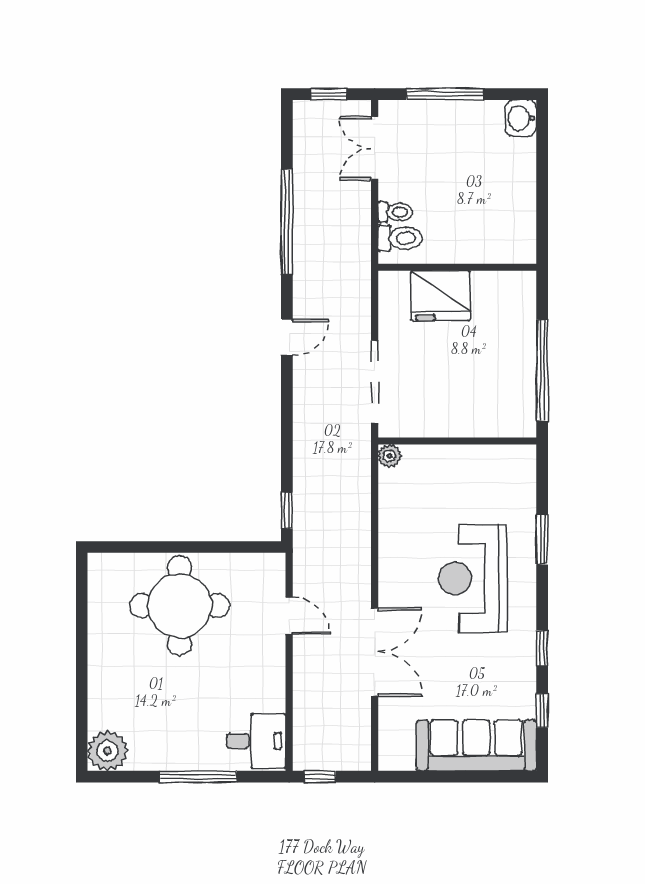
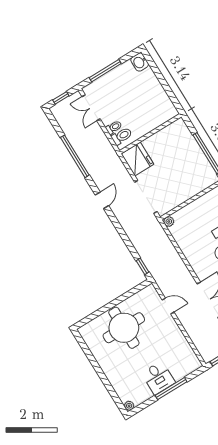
fridge: (441, 296) -> (137, 159), moved, turned -90
desk: (256, 741) -> (158, 378), moved, turned 90
plant: (108, 751) -> (129, 406), width x0.53, depth x0.53

